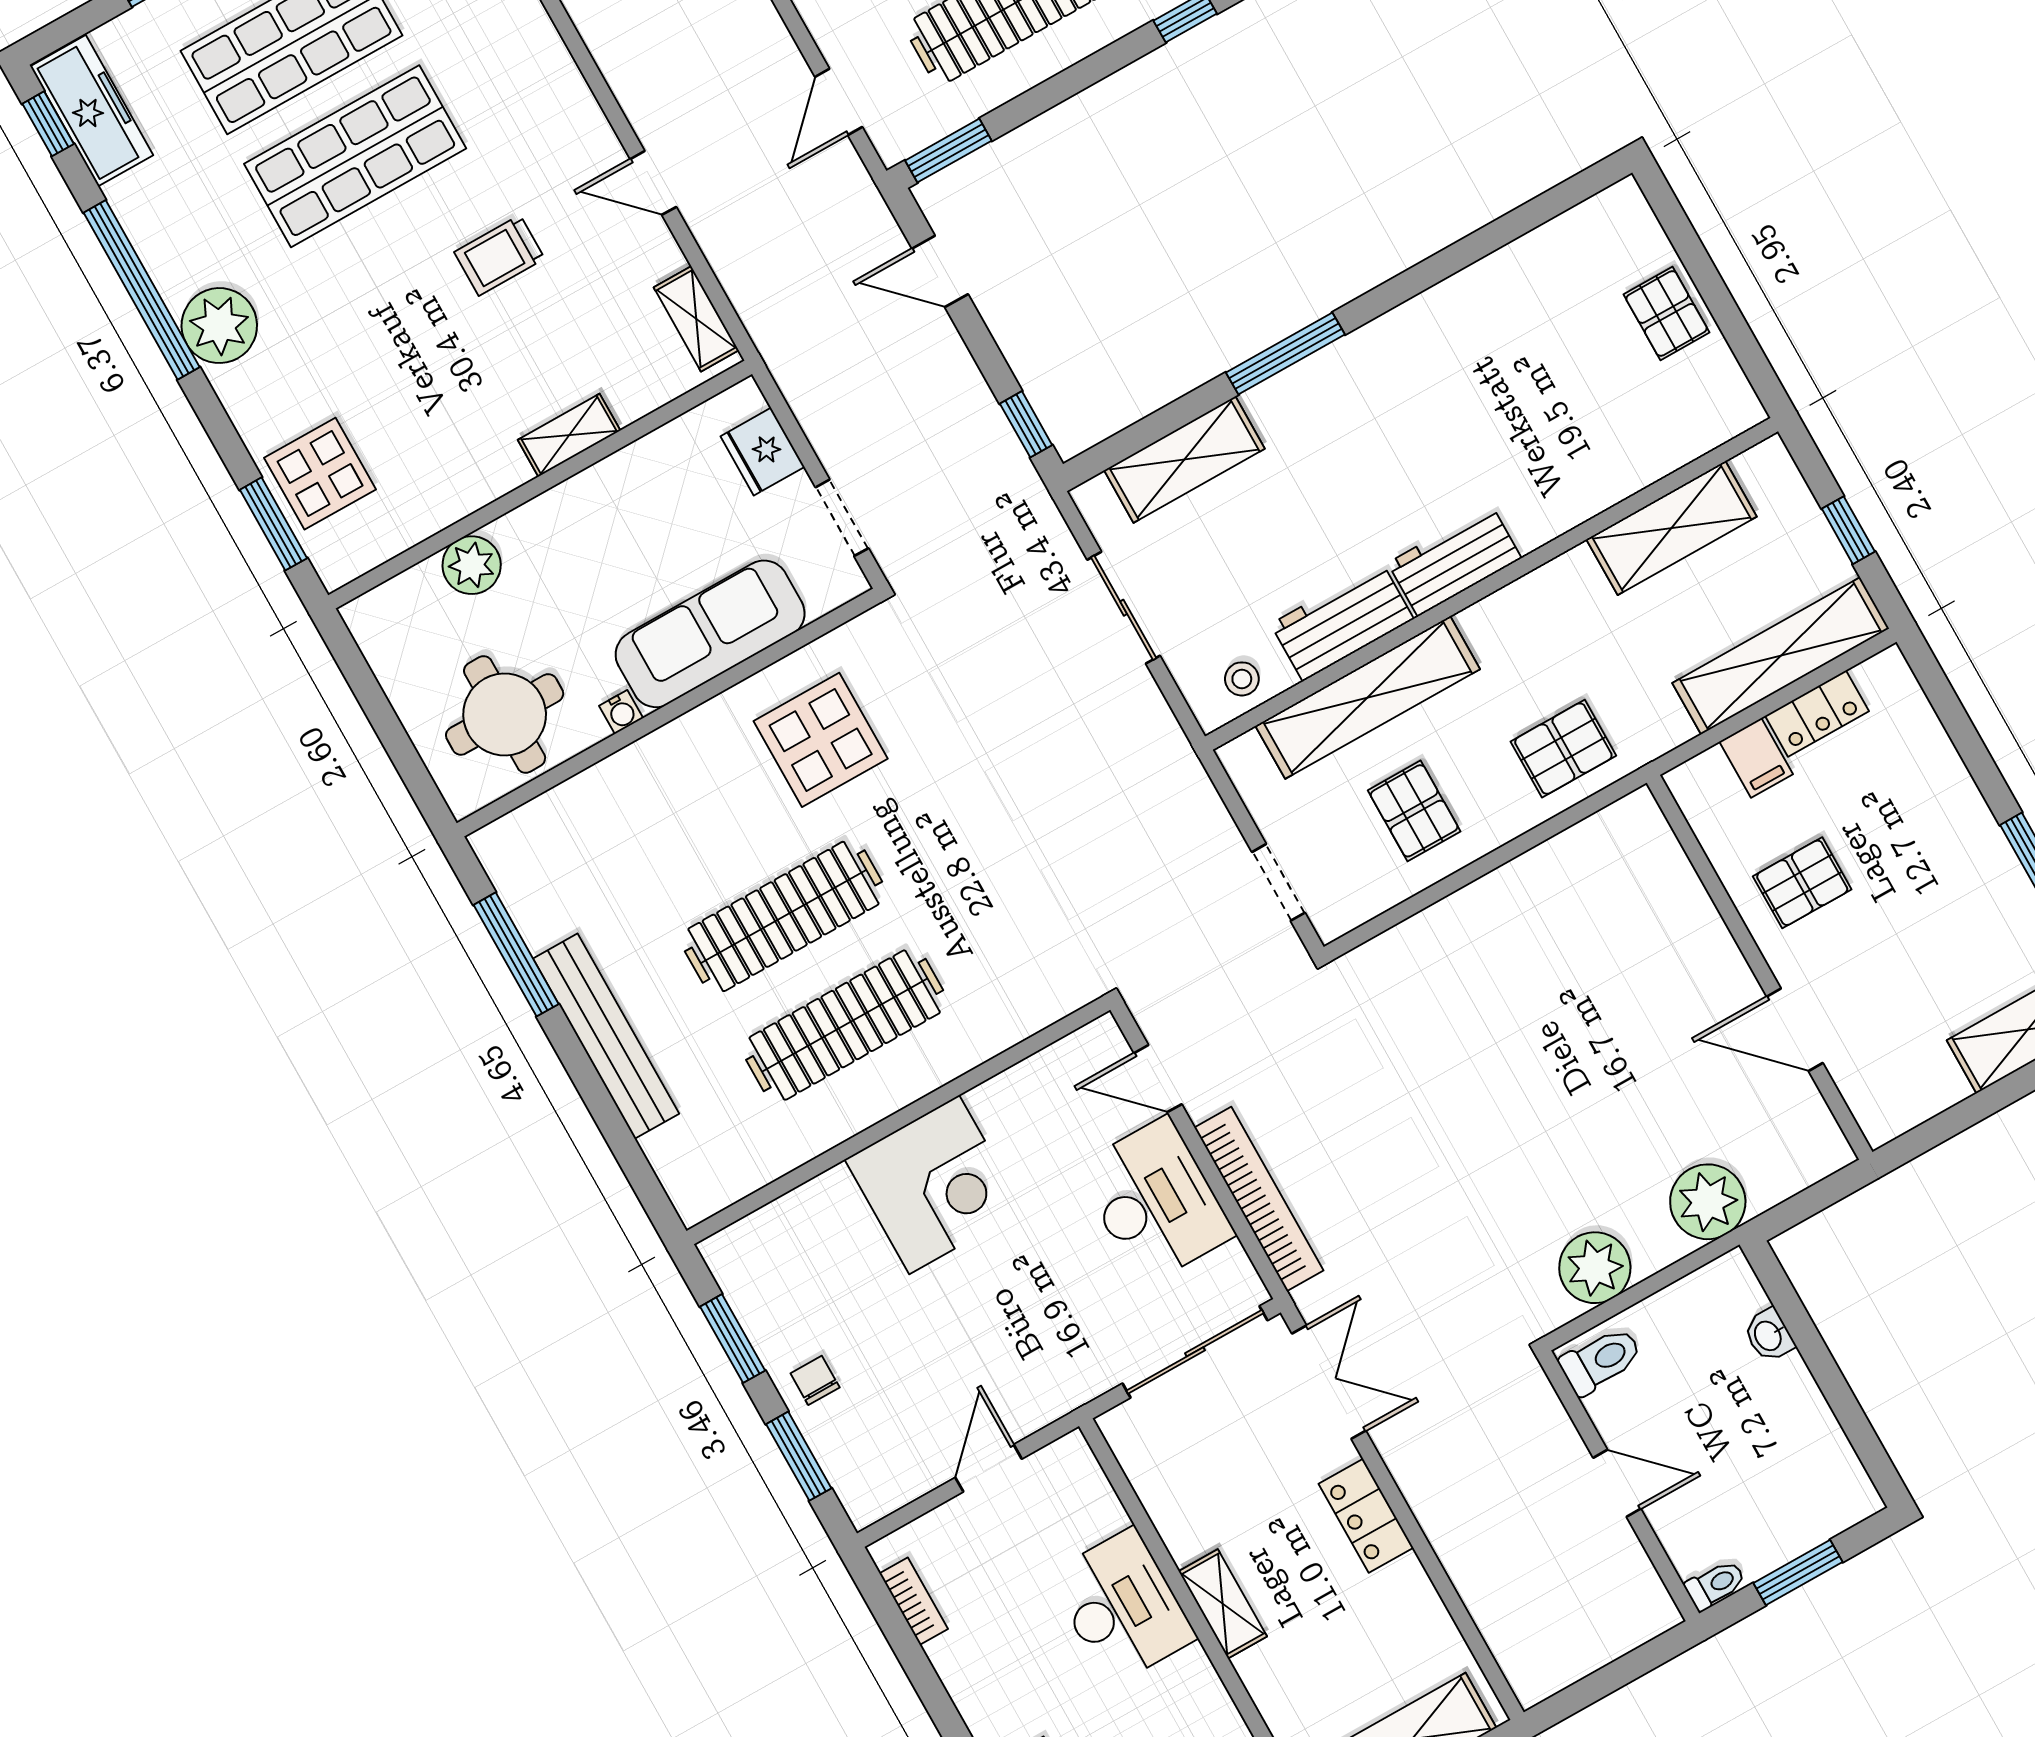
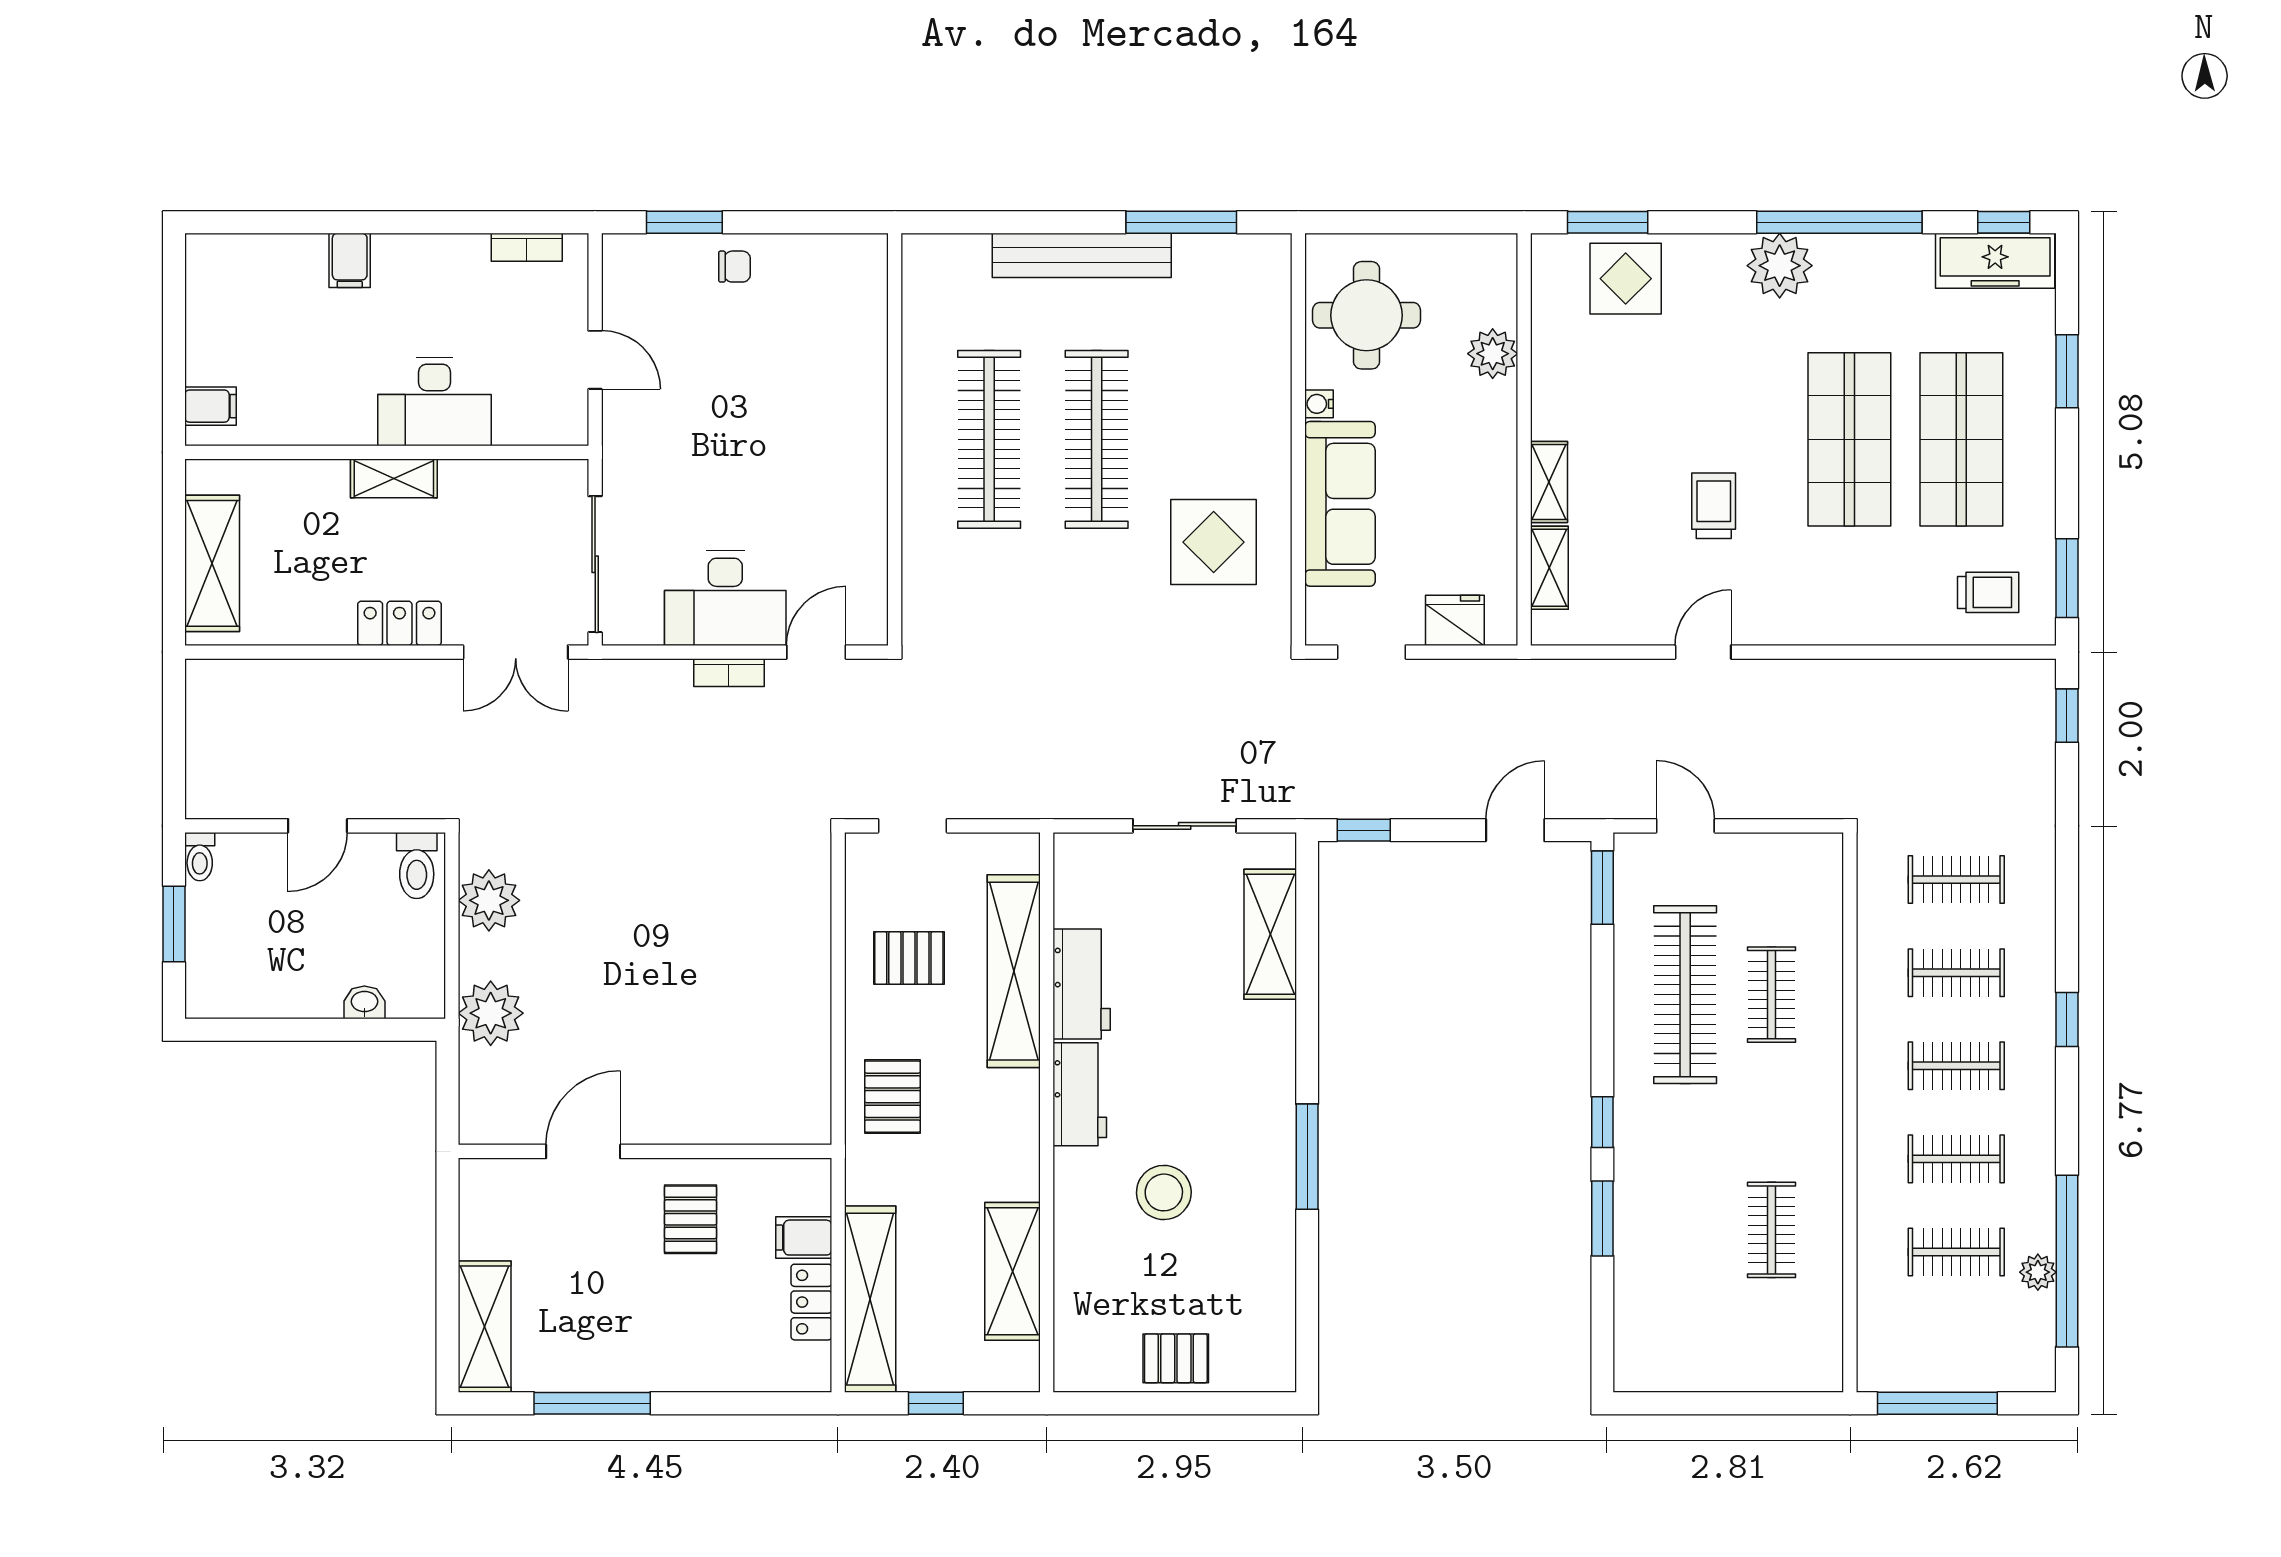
shelving: (696, 319) -> (1549, 568), moved, turned 90
window: (1285, 353) -> (1307, 1157), moved
stool: (1242, 679) -> (1164, 1192), moved, width x1.89, depth x1.89
corner desk: (934, 1185) -> (831, 439), removed
bookcase: (1259, 1199) -> (729, 673), width x0.43, depth x0.76
window: (733, 1339) -> (801, 222), removed

